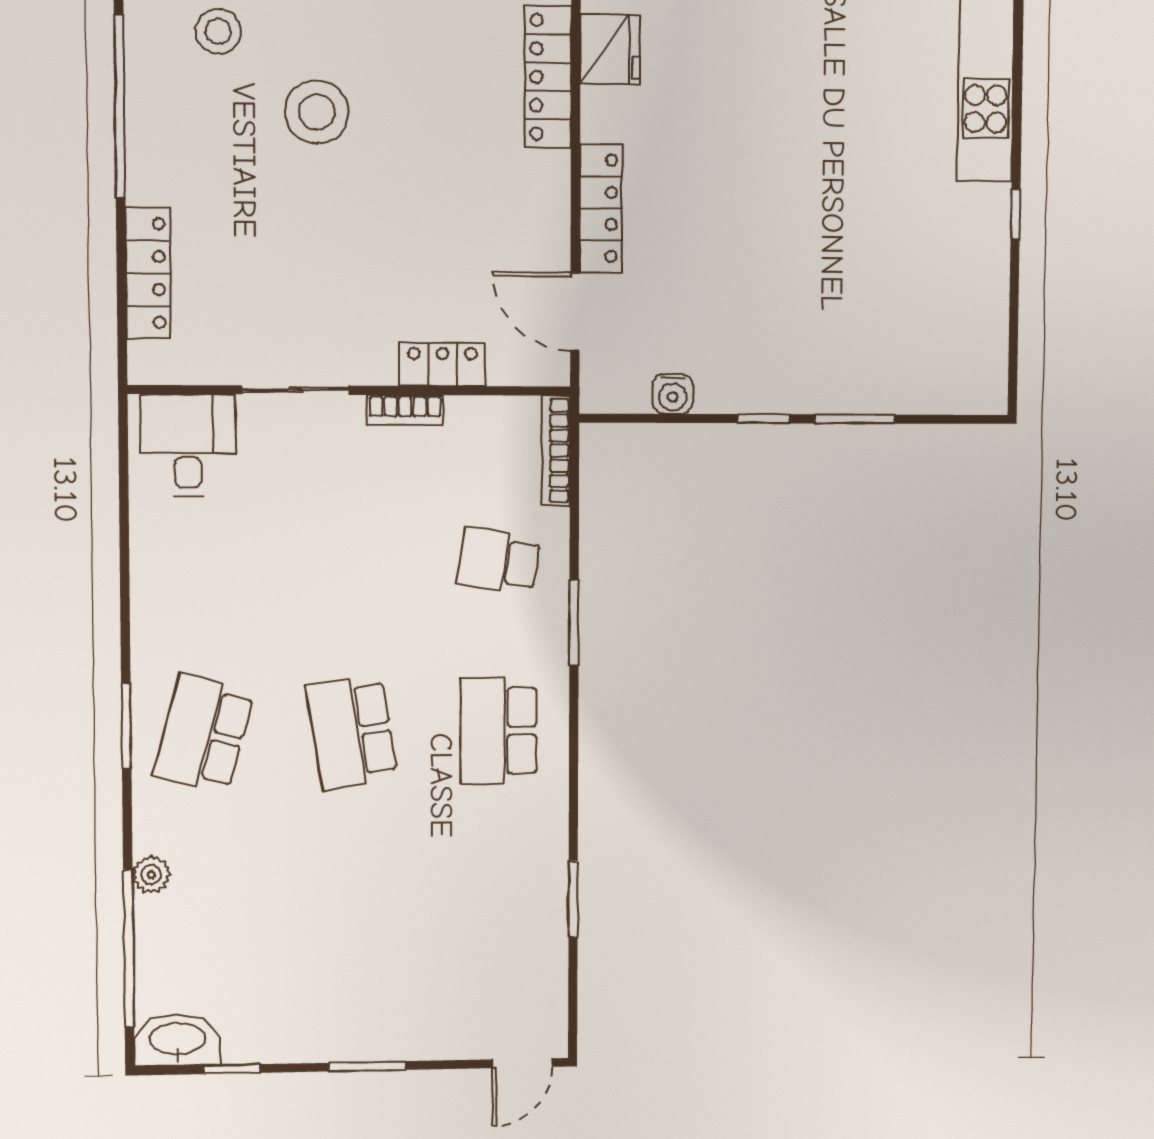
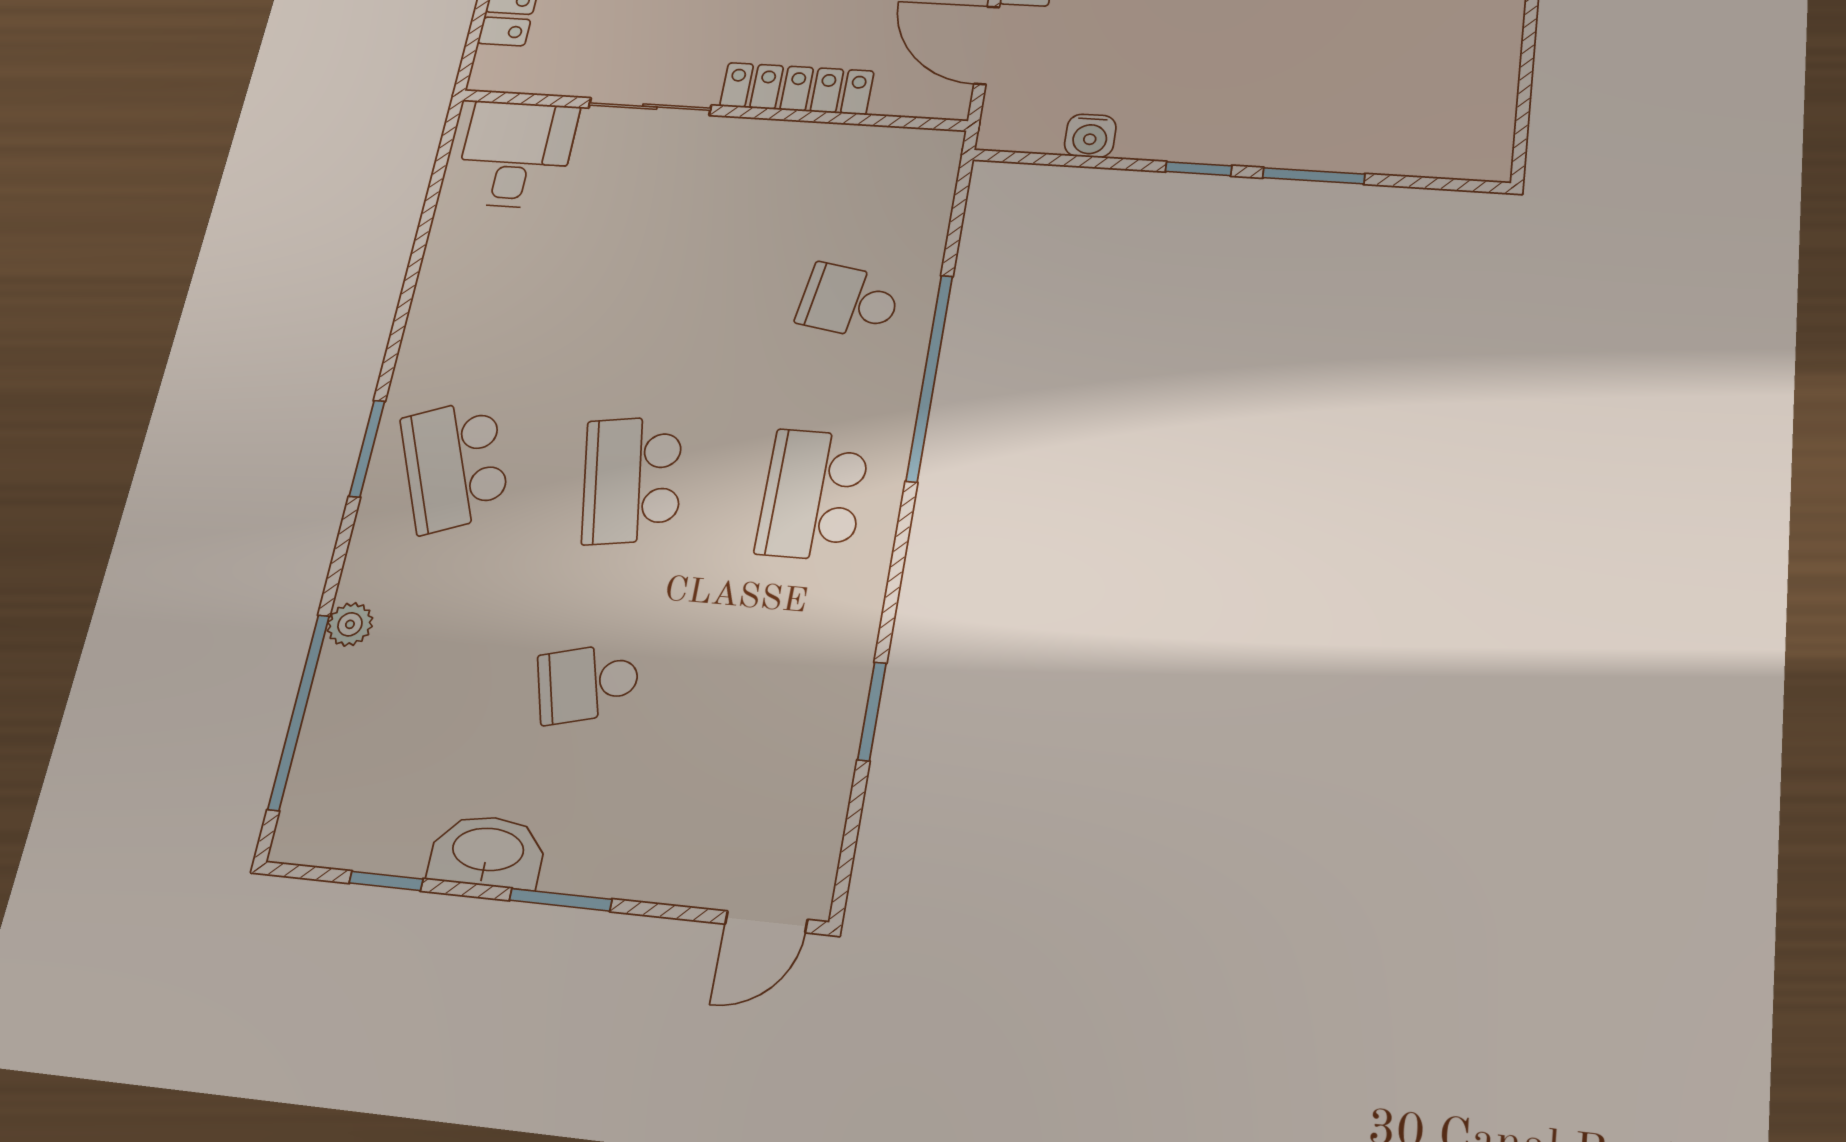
locker: (443, 364) -> (797, 89), width x1.53
bookcase: (405, 410) -> (770, 134), removed
bookcase: (556, 451) -> (940, 187), removed
window: (574, 623) -> (929, 377), width x2.11
school desk: (204, 733) -> (455, 465), turned -36
school desk: (352, 901) -> (588, 683), added
washbasin: (177, 1040) -> (488, 851), moved

